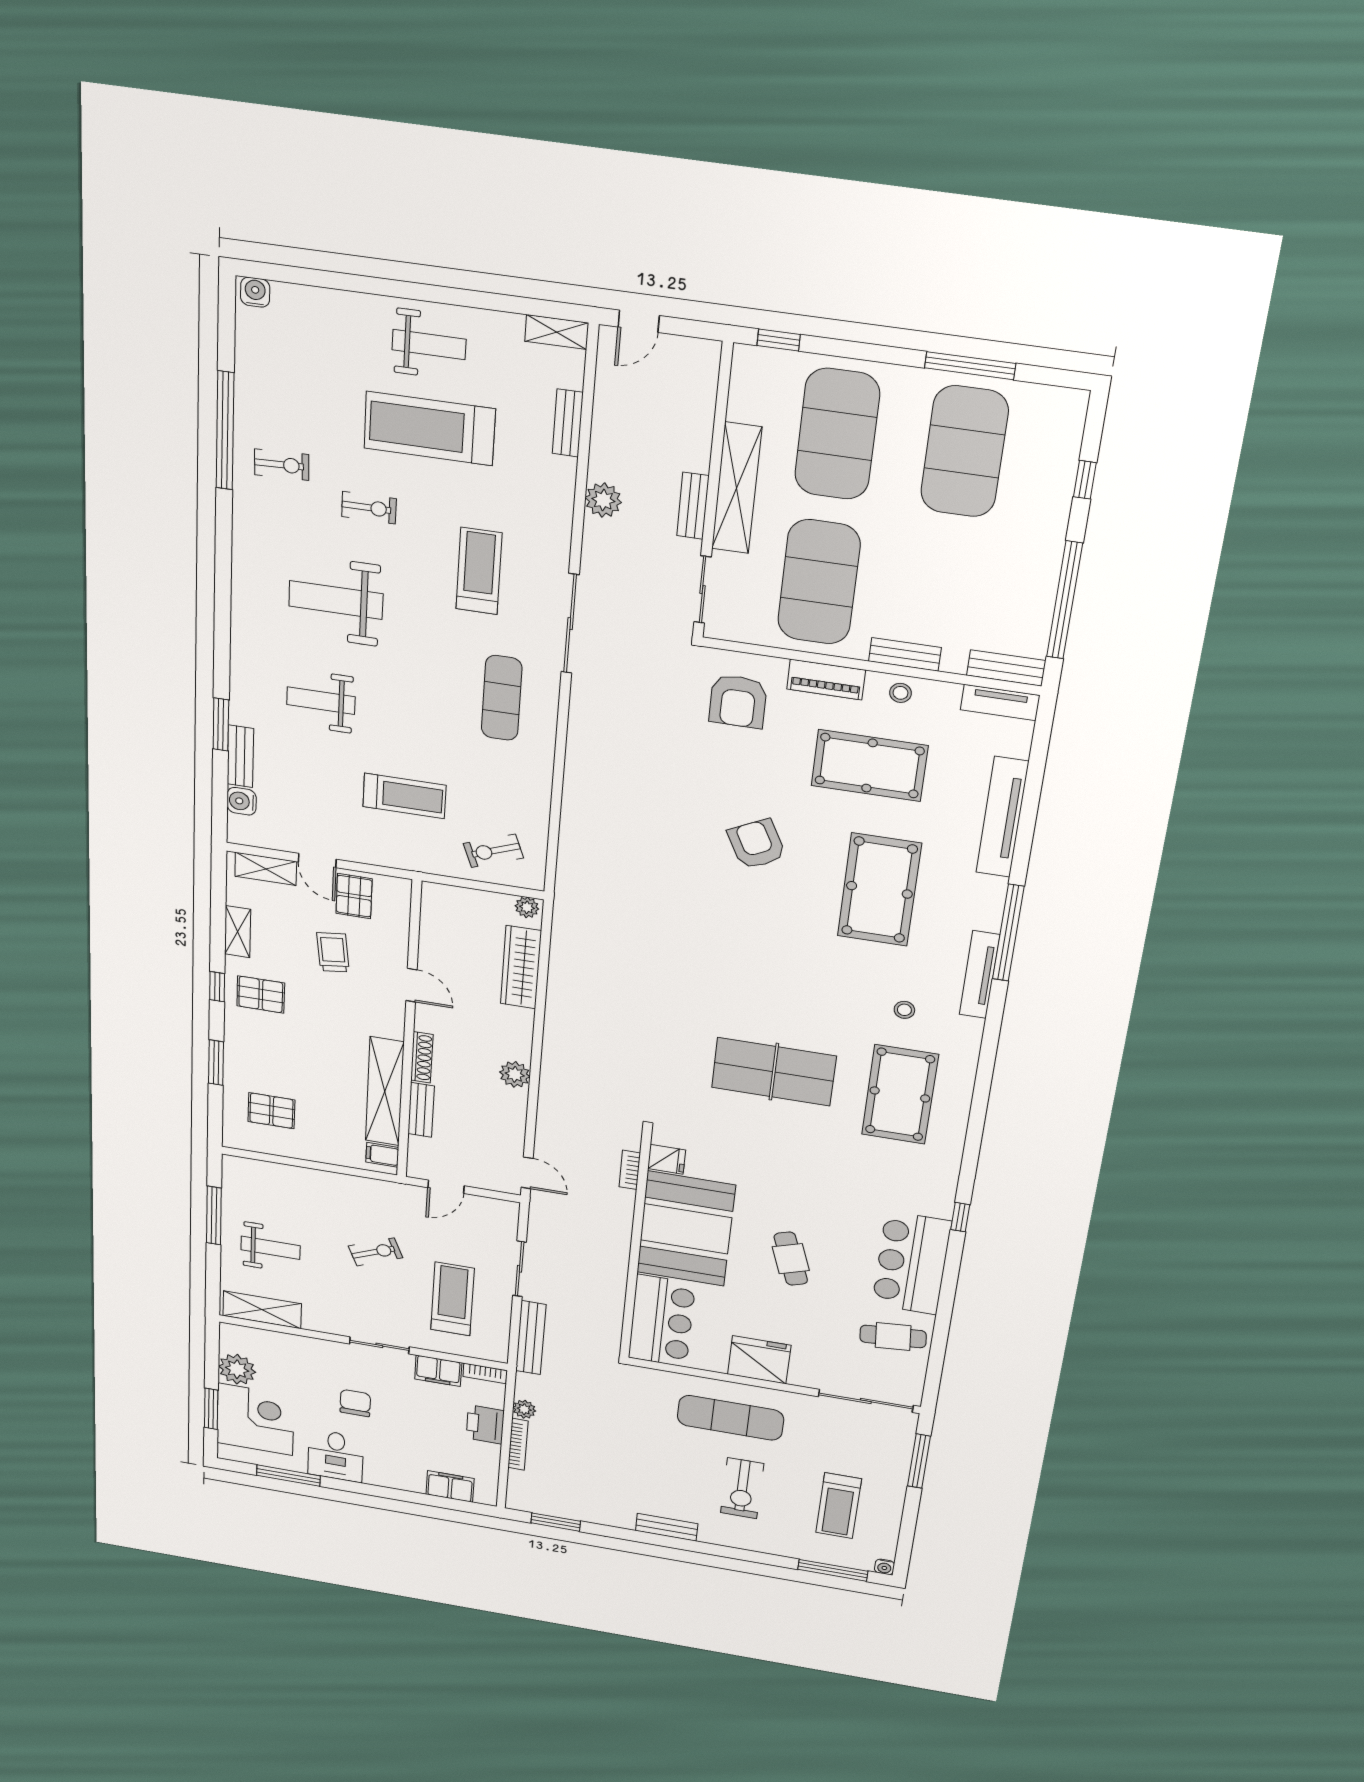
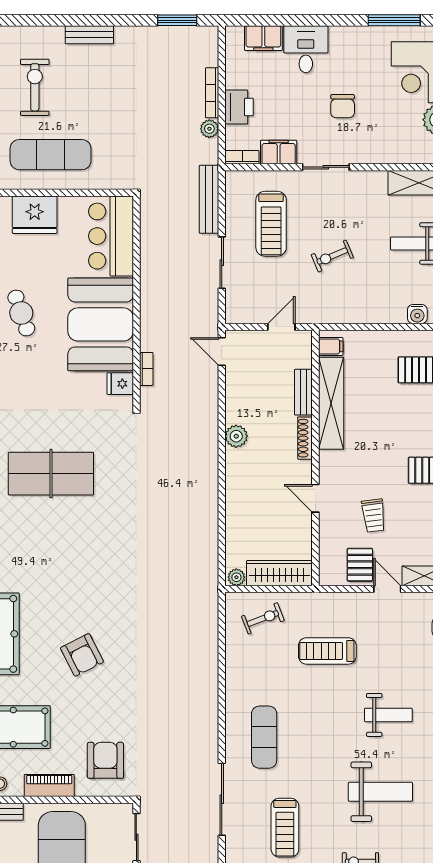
wardrobe: (521, 967) -> (279, 573), moved, turned -90
water cooler: (268, 1172) -> (417, 314), added
desk: (336, 1456) -> (306, 49), moved

